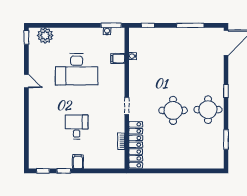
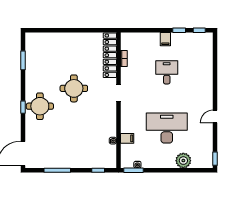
plant: (45, 35) -> (183, 161), moved
door: (26, 81) -> (215, 117), hinge flipped
round table: (208, 110) -> (40, 106), moved
desk: (77, 127) -> (167, 72), turned 180

